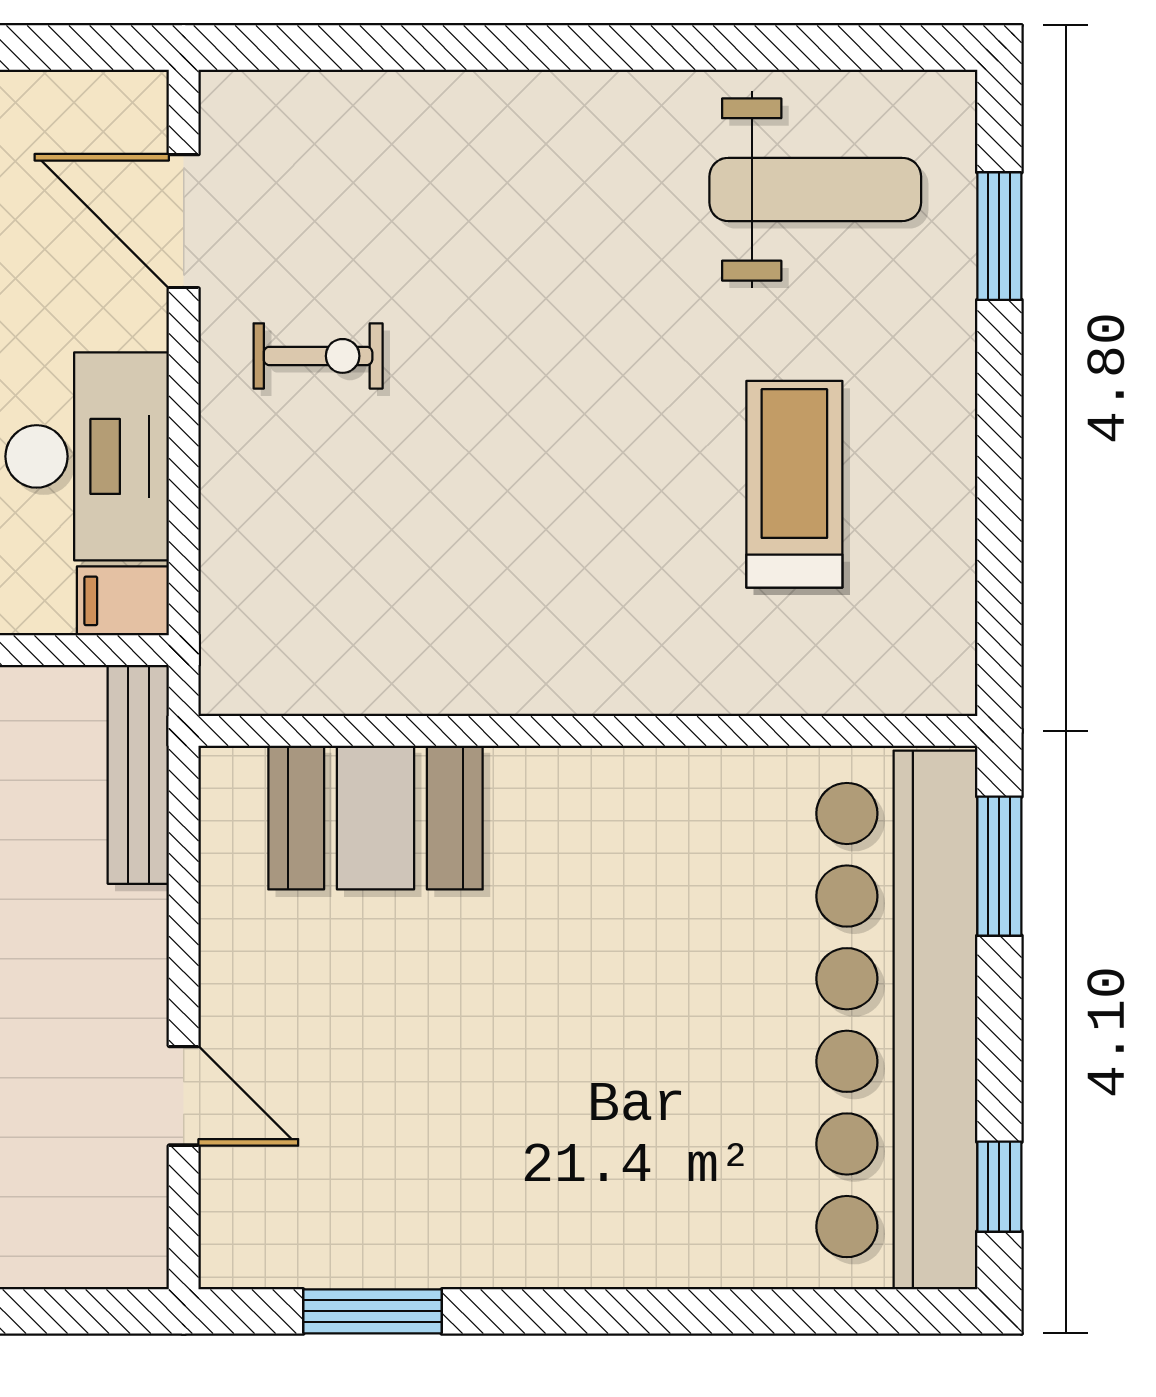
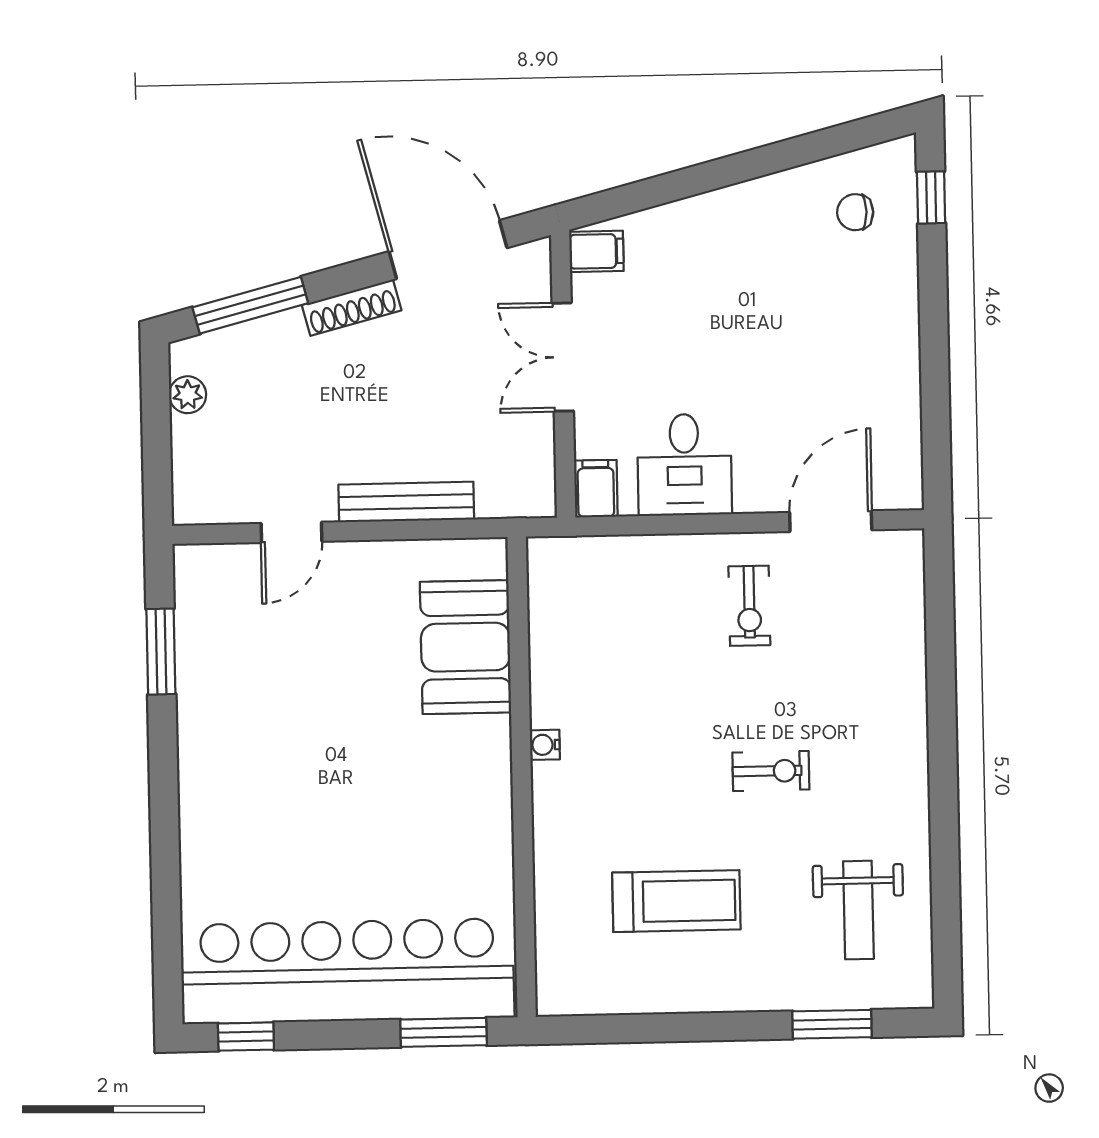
weight bench: (815, 189) -> (858, 910), width x0.73, depth x0.75
exercise bike: (587, 327) -> (771, 771), added
desk: (87, 456) -> (684, 465), width x0.73
water cooler: (537, 692) -> (545, 745), added
bench: (138, 774) -> (406, 502), moved

